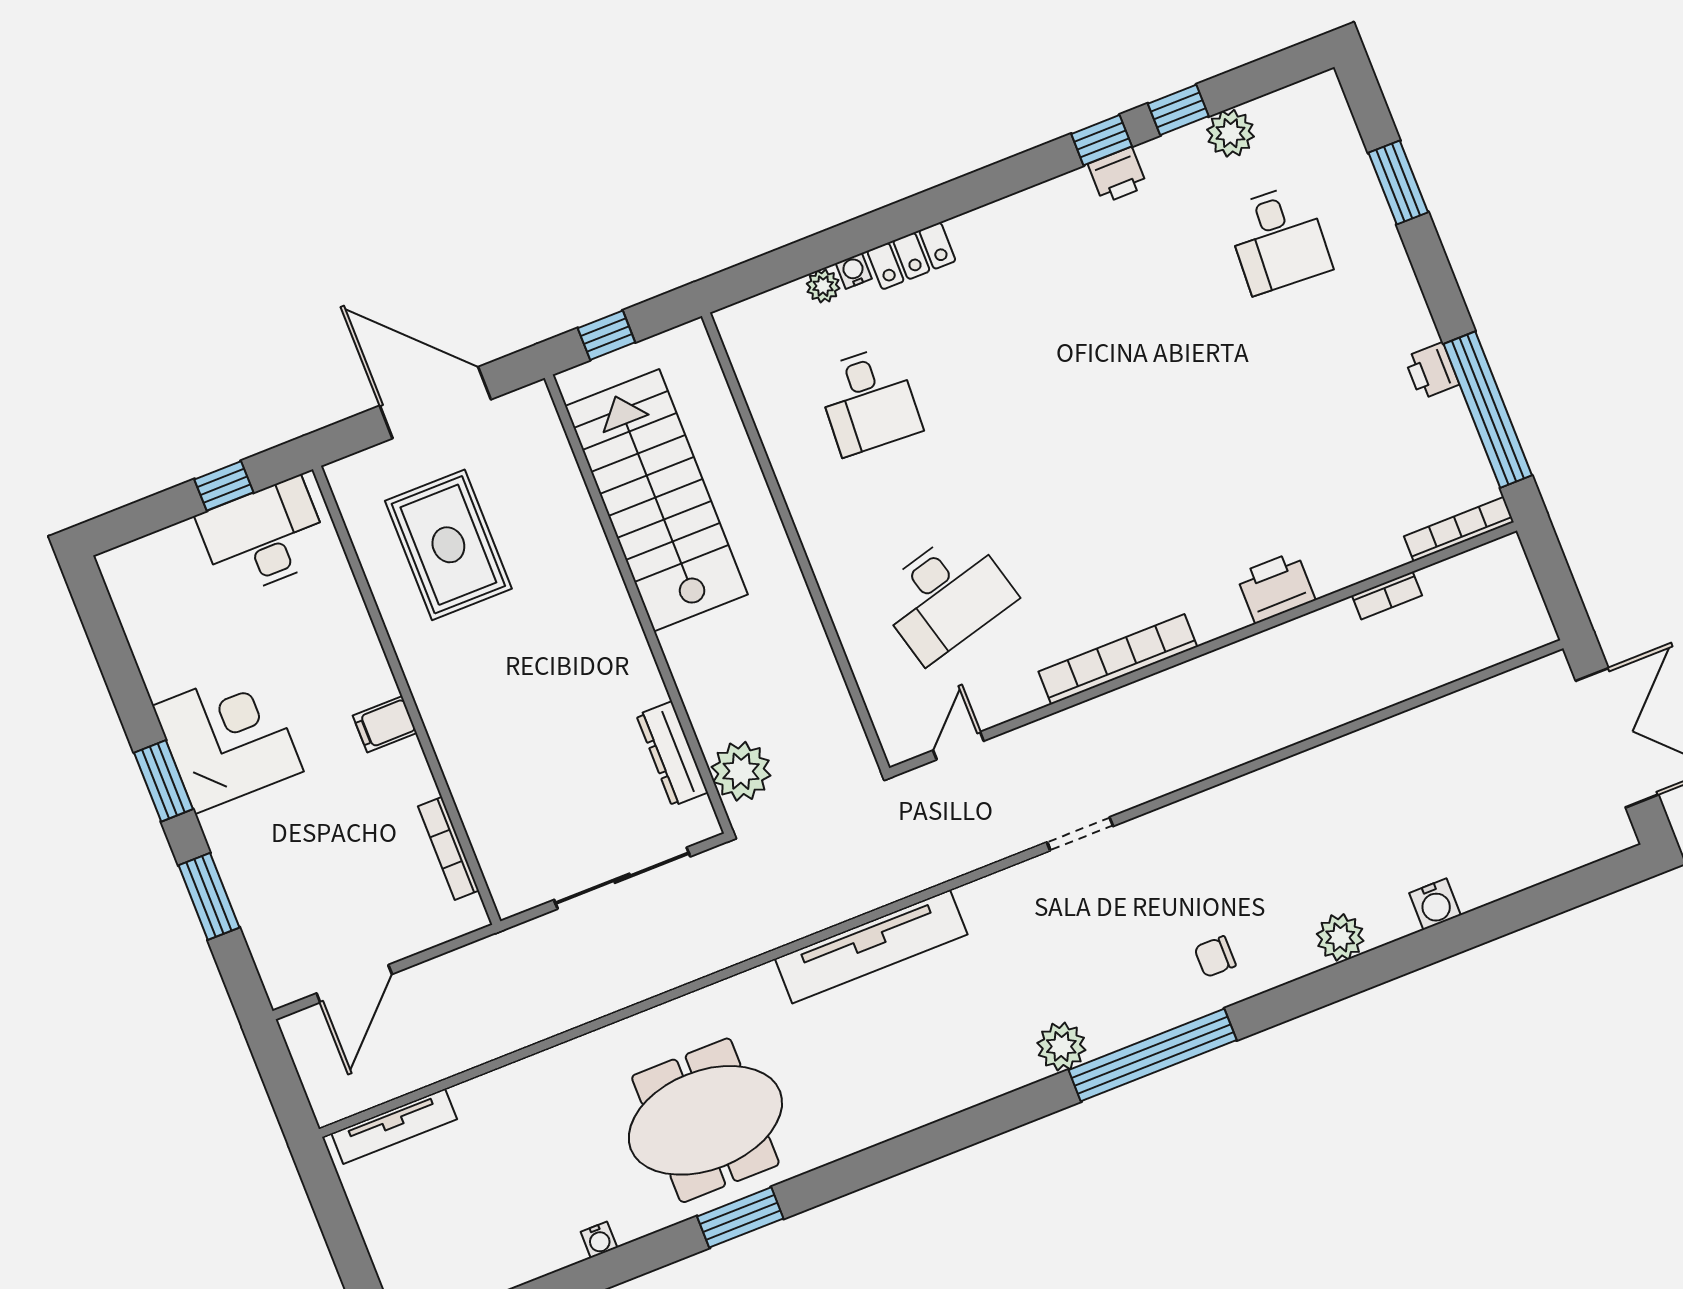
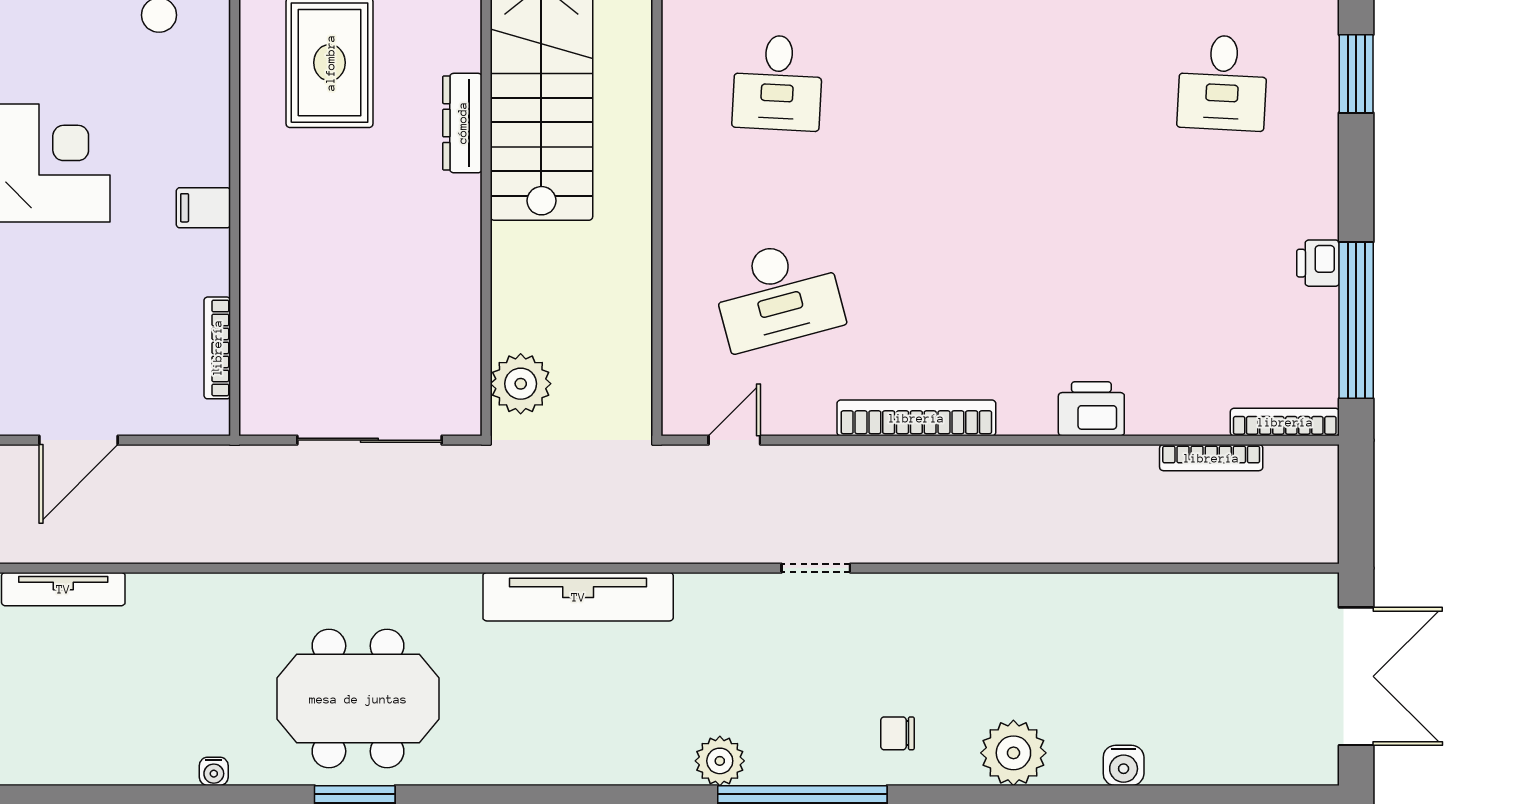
bookcase: (1387, 595) -> (1211, 458), width x1.56
dresser: (672, 754) -> (462, 123), moved
plant: (1340, 937) -> (1013, 753), width x1.36, depth x1.36

